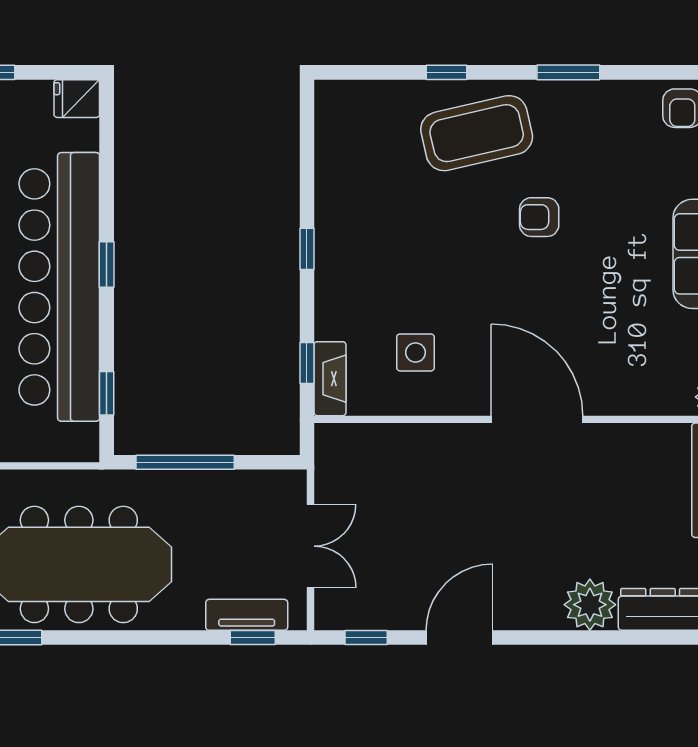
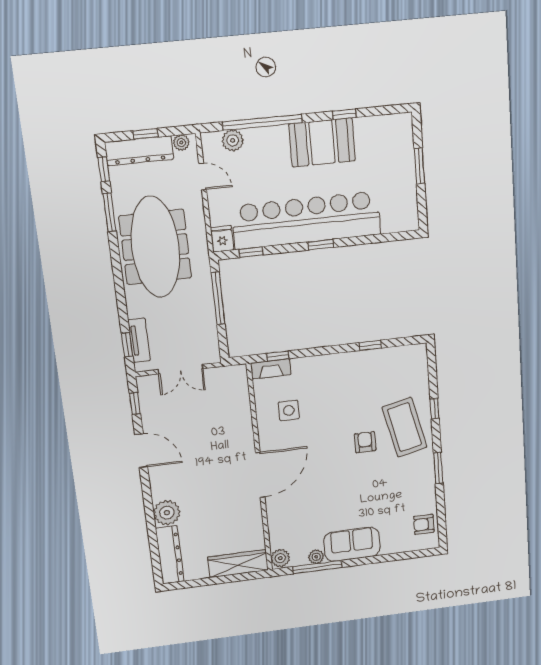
fridge: (77, 99) -> (222, 239), moved
armchair: (539, 217) -> (365, 442), moved
window: (307, 249) -> (370, 345), moved

